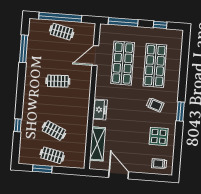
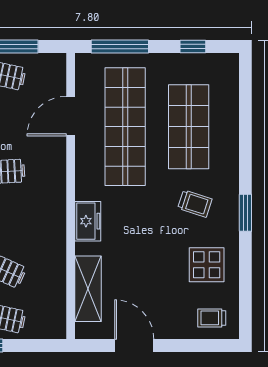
shop shelf: (123, 63) -> (125, 127), width x1.40

